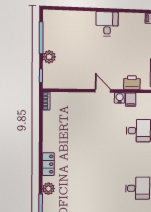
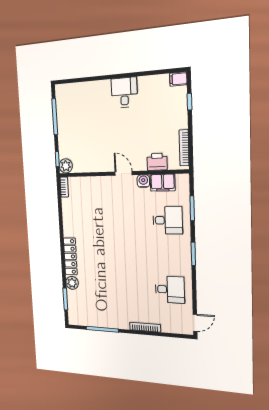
plant: (49, 57) -> (66, 166), moved
filing cabinet: (131, 100) -> (163, 183), width x2.00
locker: (48, 164) -> (70, 256), width x1.53

